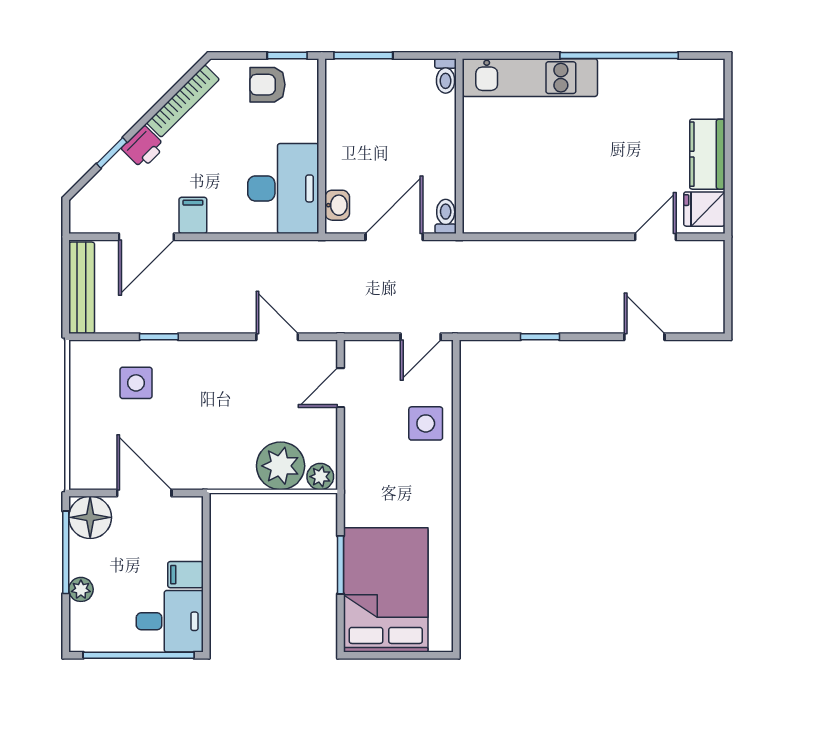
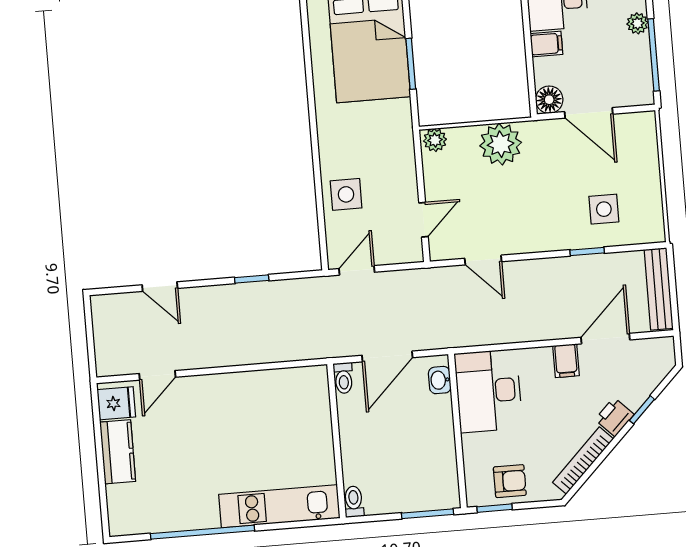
plant: (281, 466) -> (501, 144), moved
floor lamp: (90, 517) -> (549, 100), moved, width x0.73, depth x0.73

